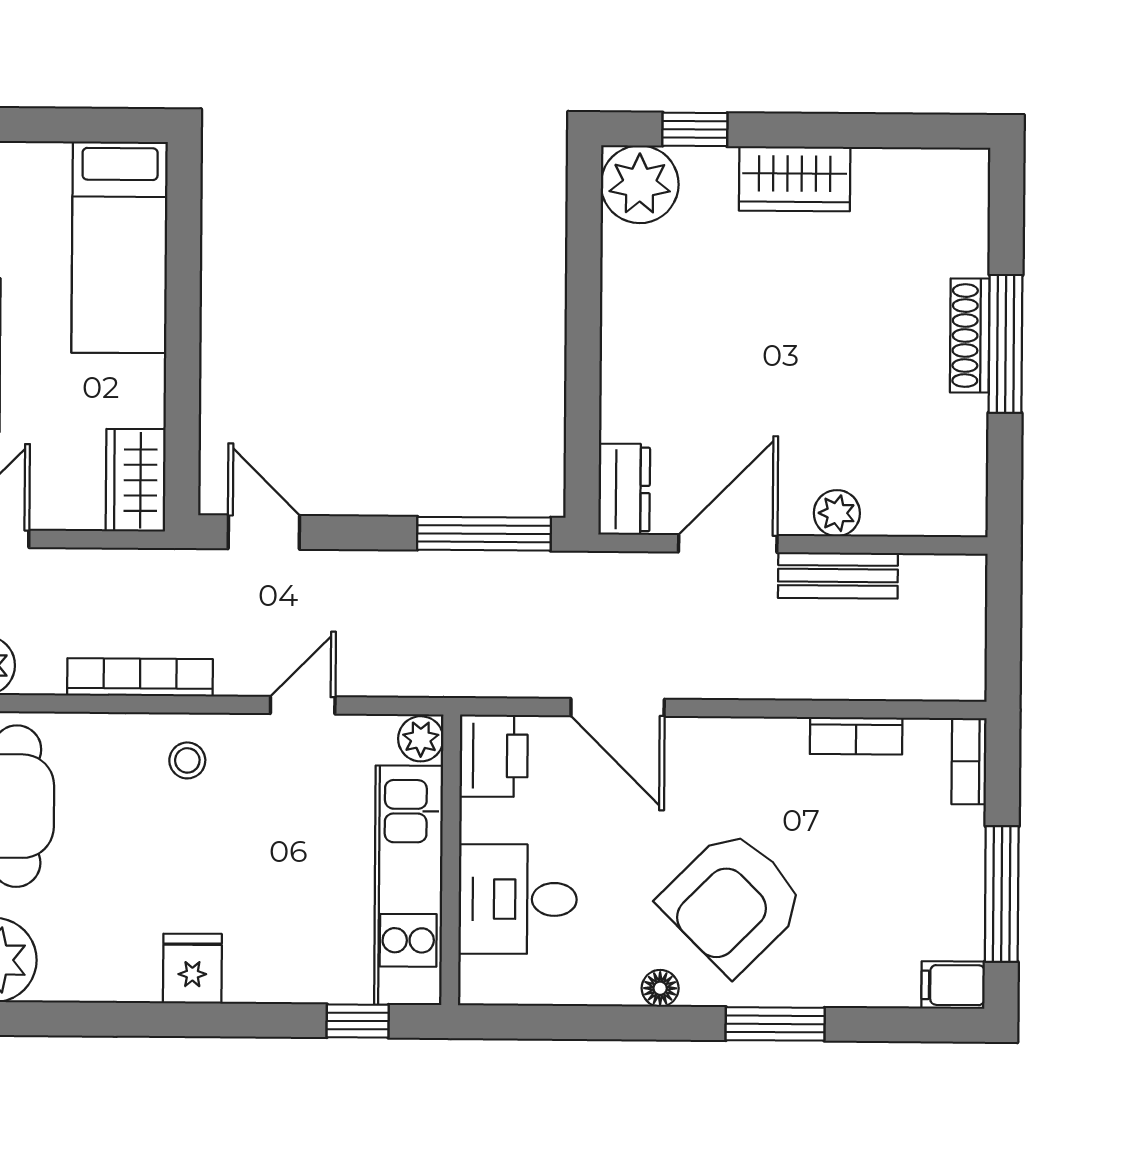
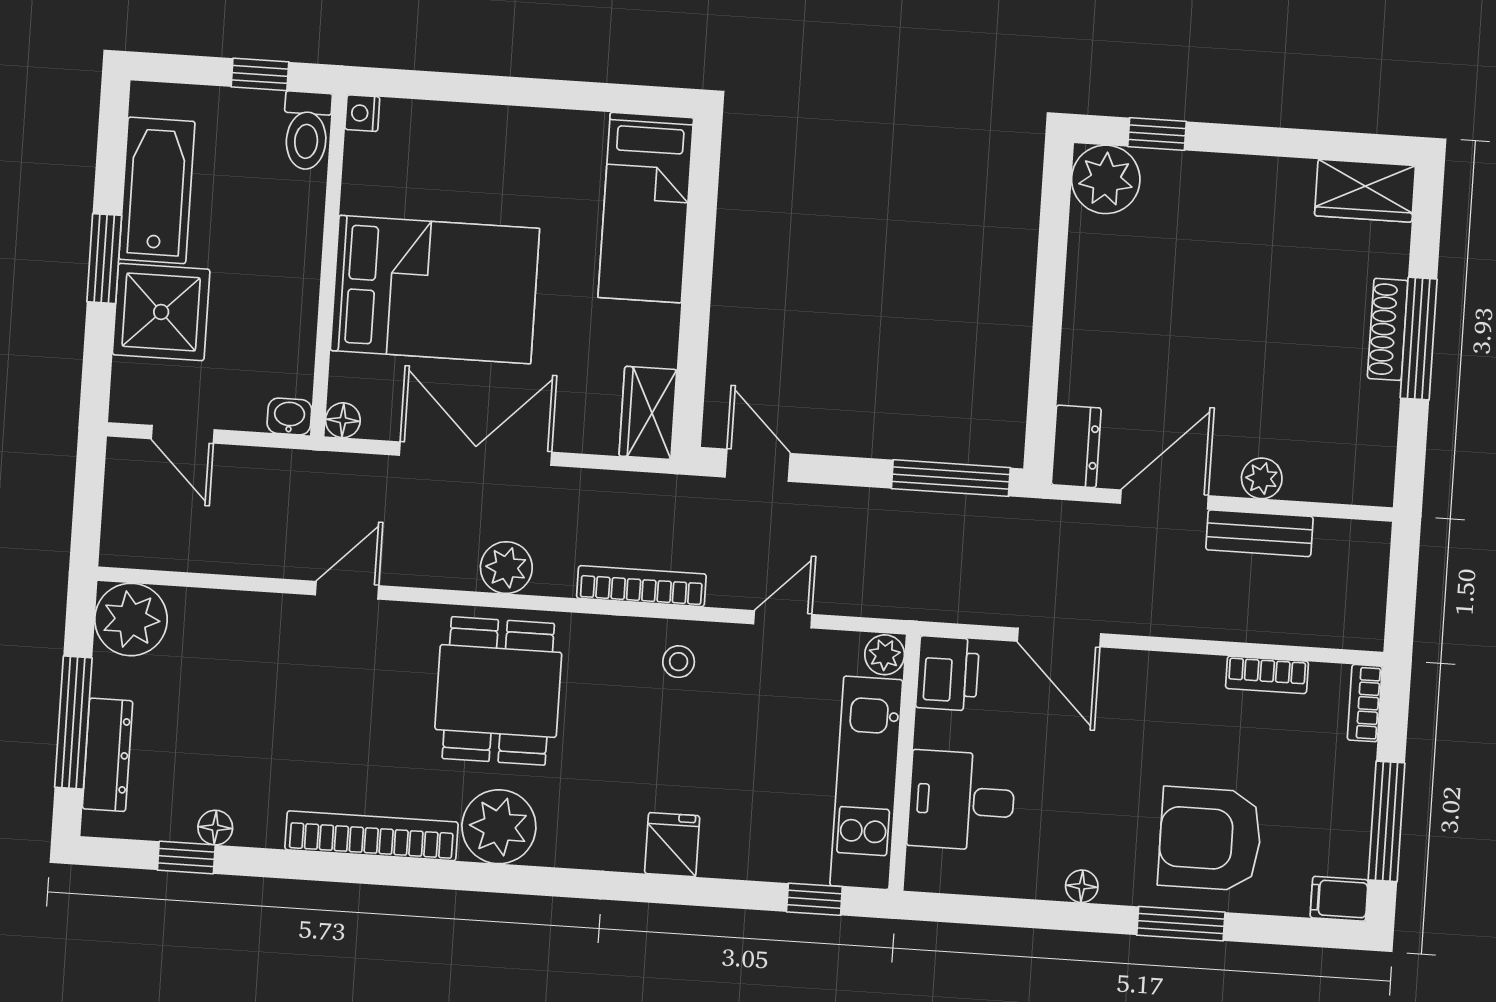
wardrobe: (795, 179) -> (1365, 191), moved
armchair: (733, 902) -> (1210, 839), moved, turned 45

